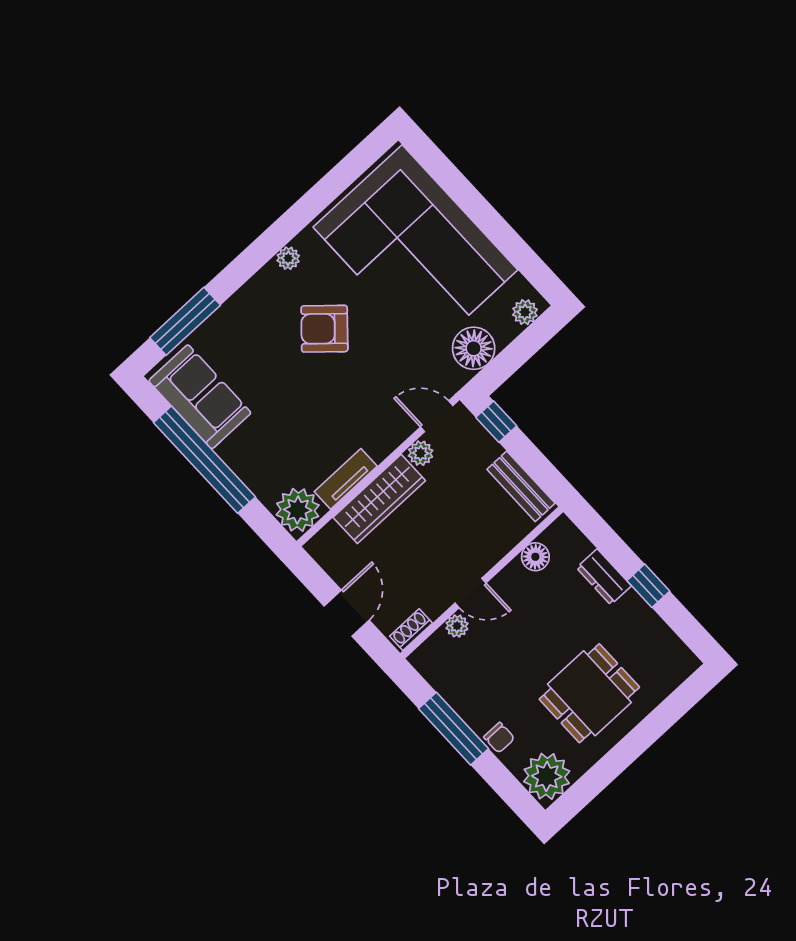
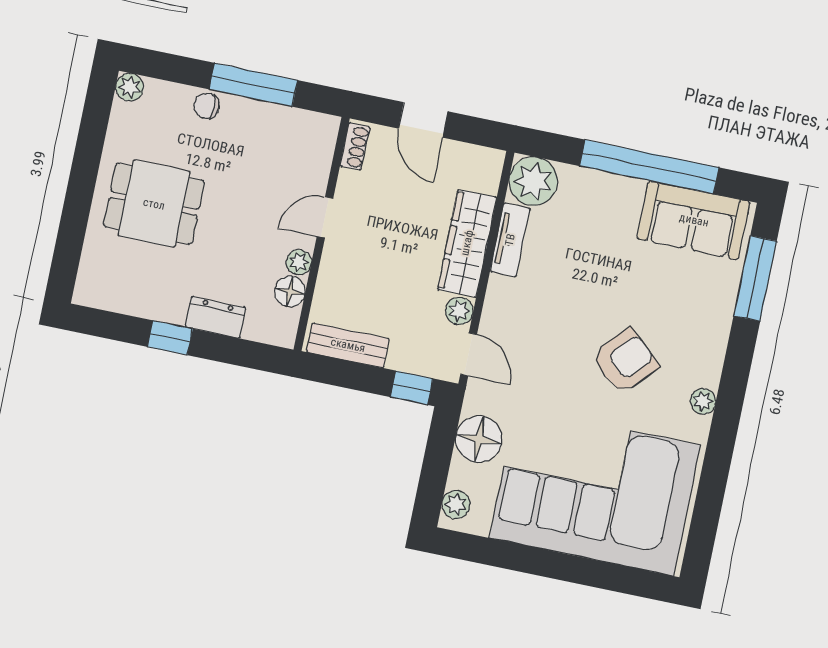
door: (437, 416) -> (469, 354), hinge flipped
plant: (457, 626) -> (299, 262), moved
dining table: (589, 693) -> (154, 204), turned 90
plant: (547, 776) -> (130, 87), width x0.53, depth x0.53

